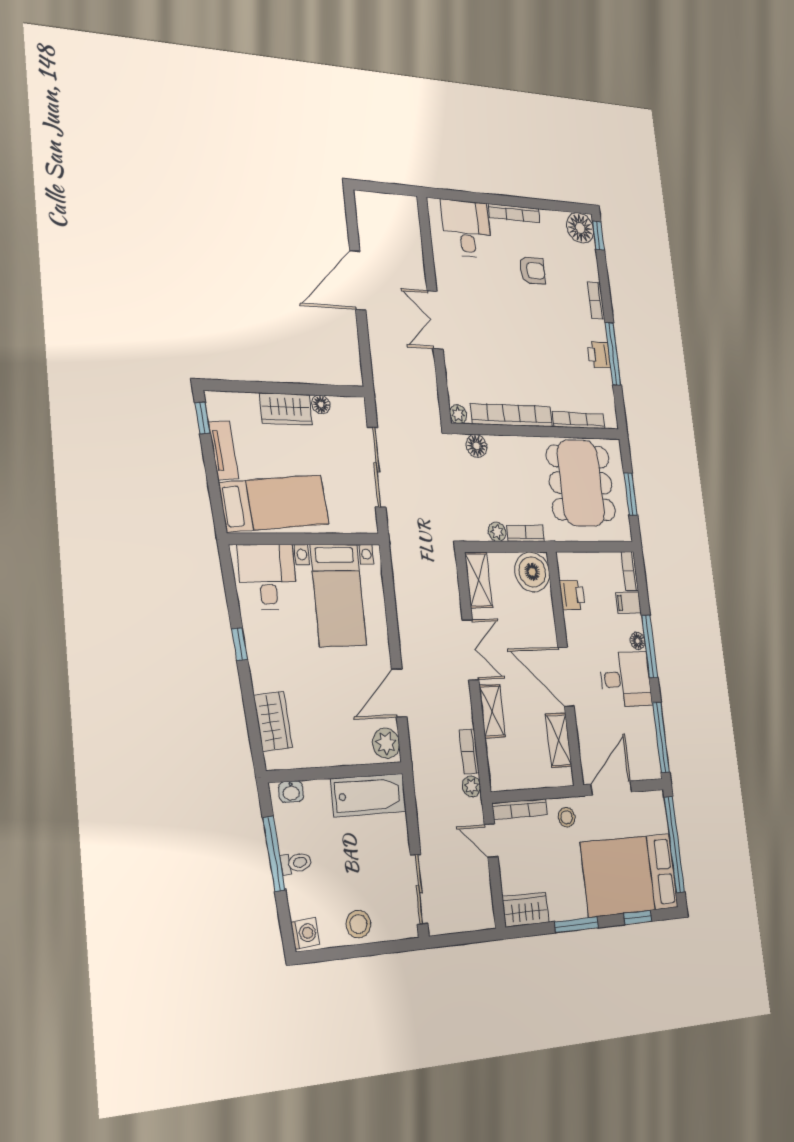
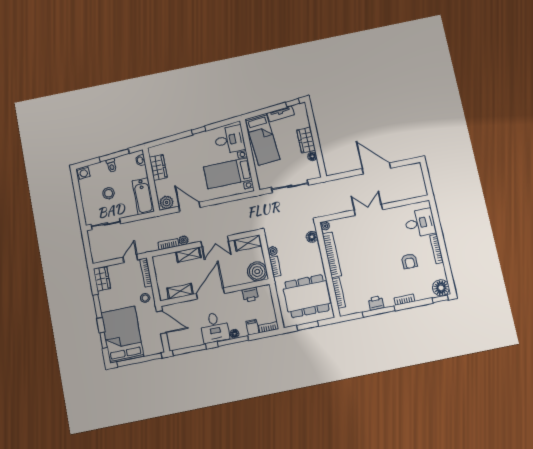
wardrobe: (273, 722) -> (158, 167), moved, turned -85
plant: (472, 786) -> (184, 240), moved
stool: (358, 924) -> (109, 193), moved

